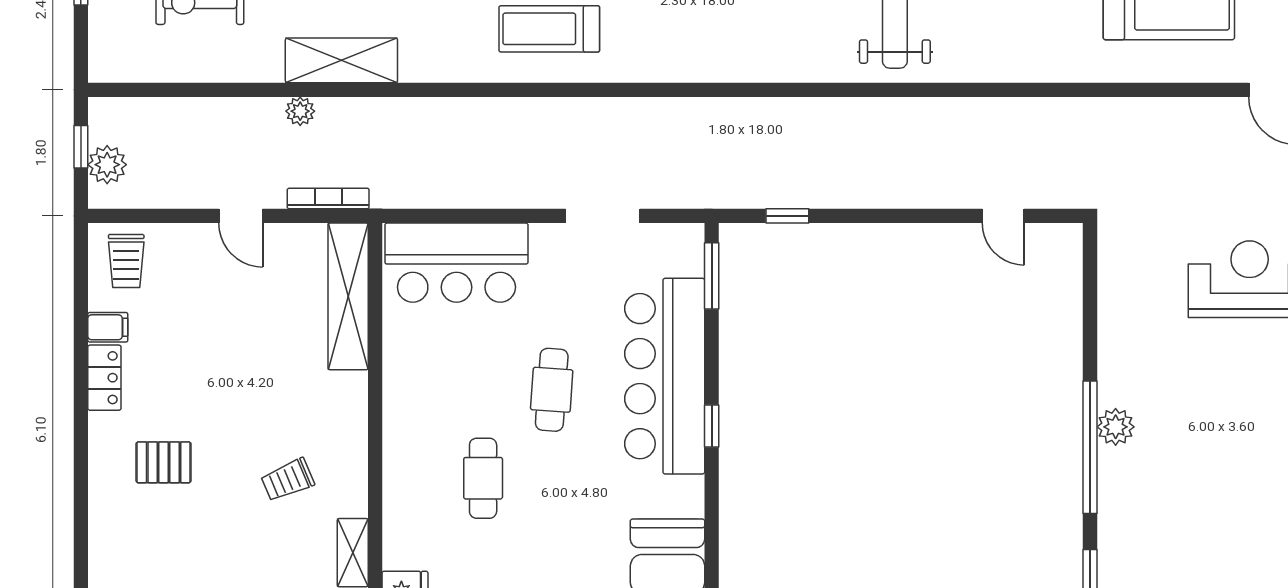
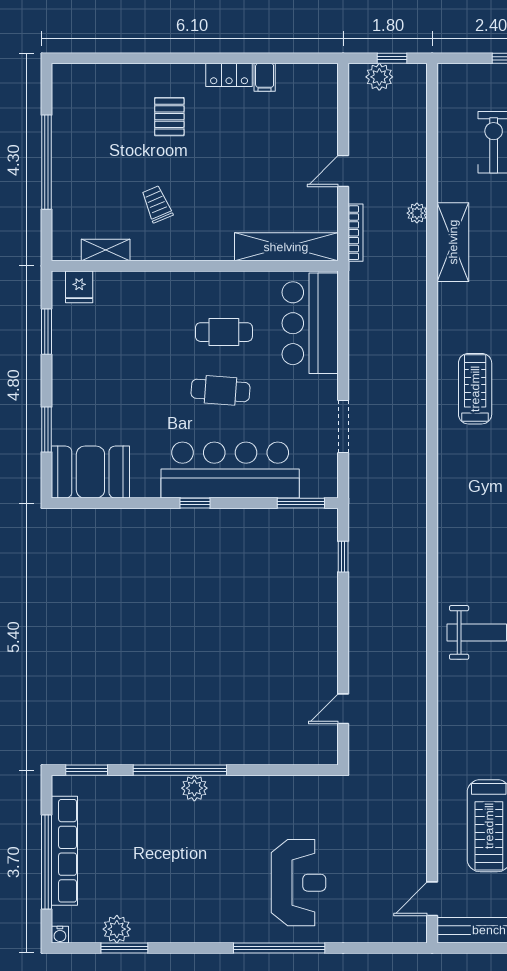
trolley: (126, 261) -> (311, 90), removed
cafe table: (483, 478) -> (224, 332), moved

